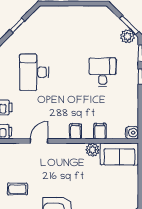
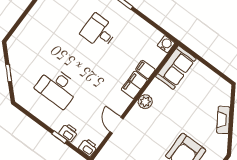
filing cabinet: (75, 131) -> (134, 85), width x2.00
plant: (92, 150) -> (145, 102), moved

